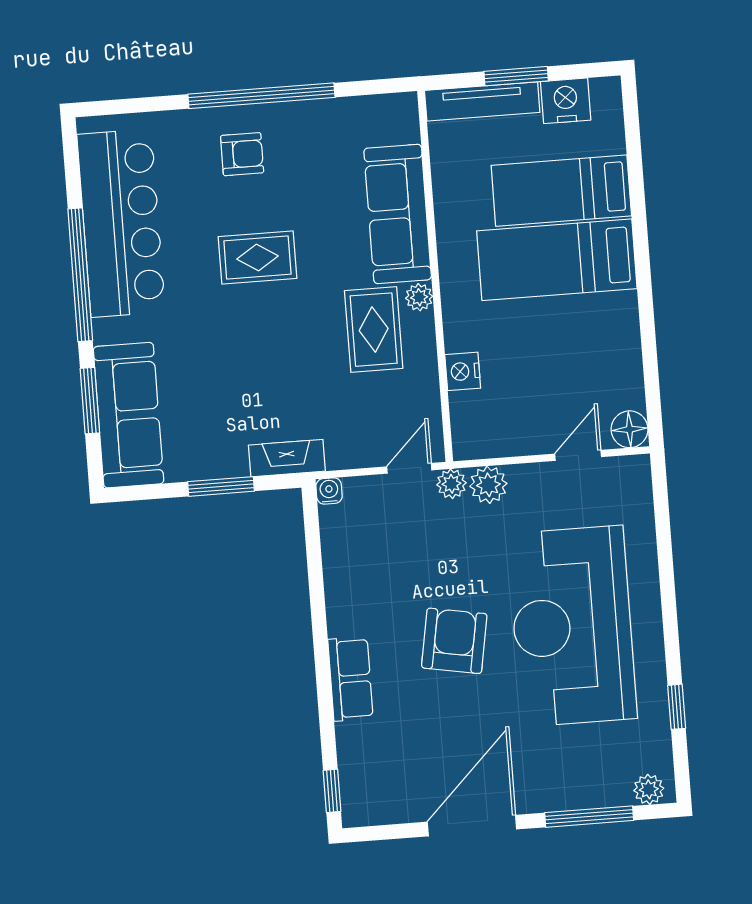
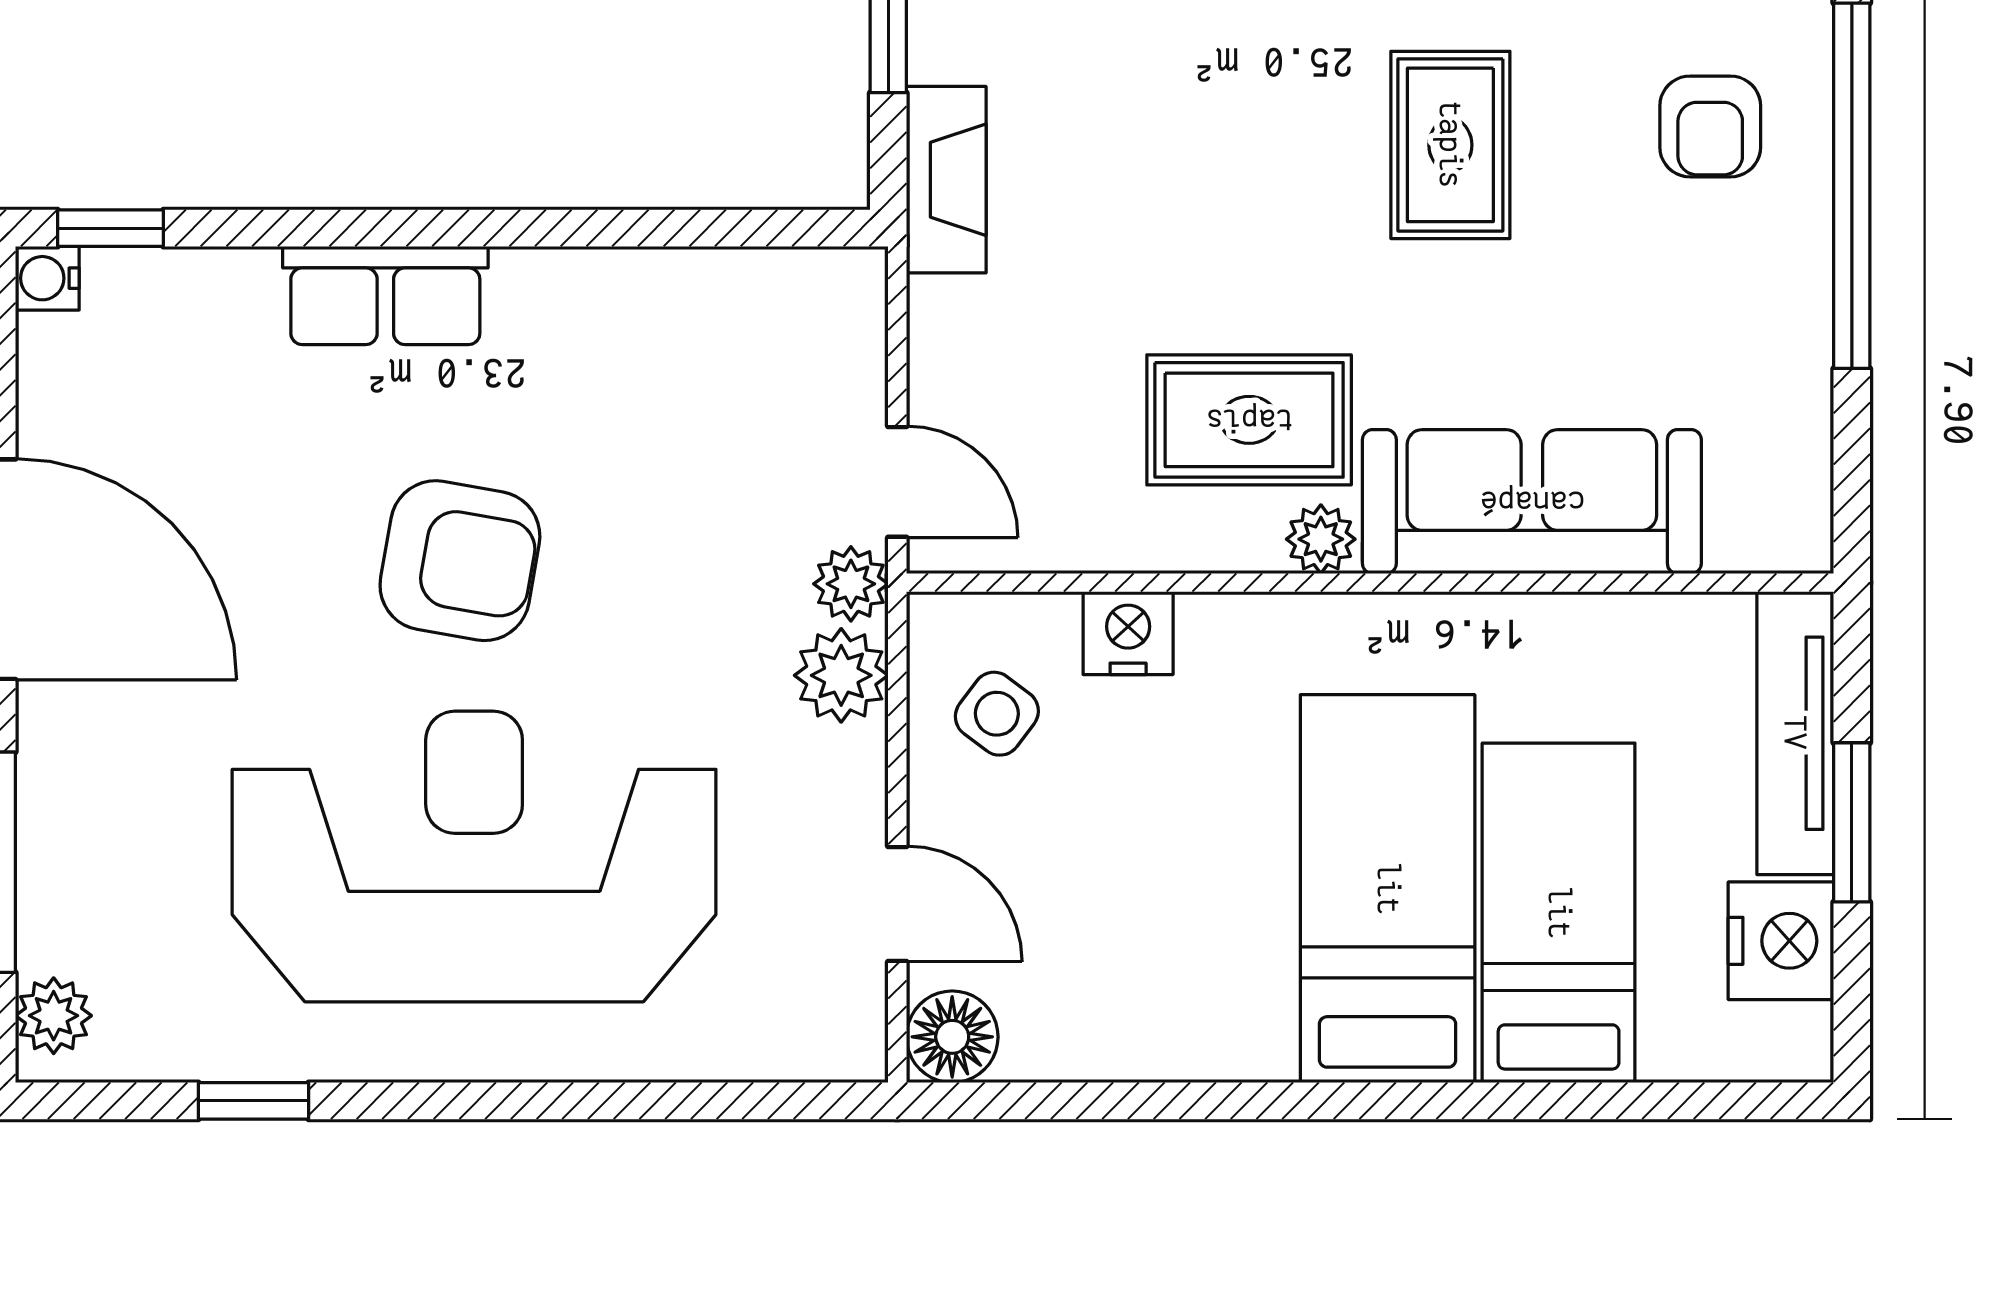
side table: (499, 421) -> (997, 714), added
water cooler: (329, 491) -> (47, 278), moved, turned 180

